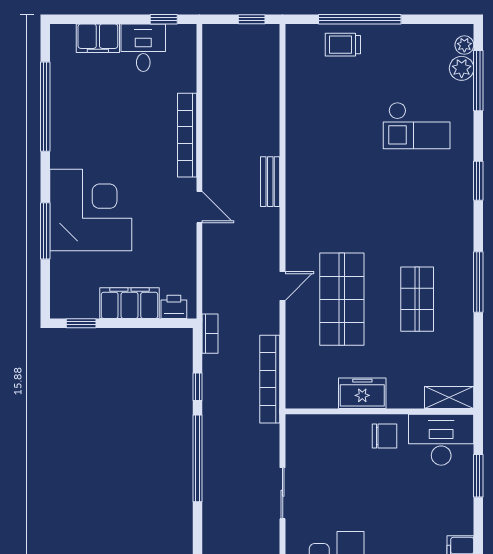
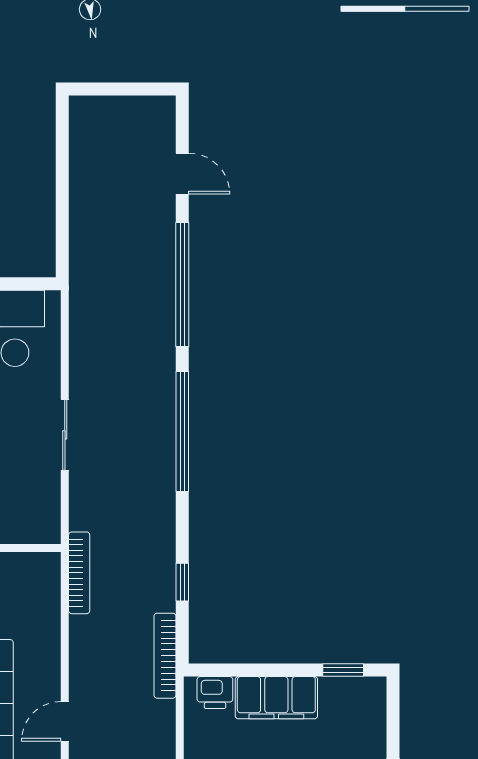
bookcase: (210, 334) -> (165, 656), width x1.56
bookcase: (270, 379) -> (79, 573), width x0.68, depth x0.76
window: (198, 458) -> (182, 432), moved

